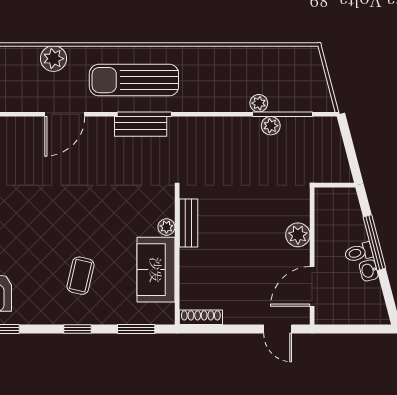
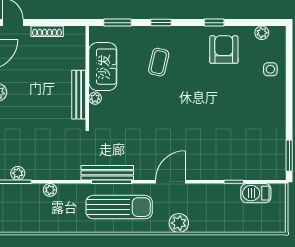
plant: (259, 103) -> (50, 190), moved
bench: (141, 126) -> (107, 173), width x1.36
bench: (189, 223) -> (79, 95), width x1.36
shoe rack: (201, 317) -> (47, 31), moved

